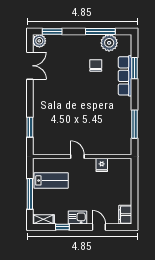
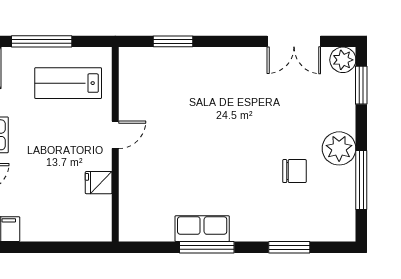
plant: (109, 43) -> (339, 148), moved
row of seats: (125, 76) -> (202, 229), moved, width x0.68
window: (134, 124) -> (207, 247), moved
lab bench: (51, 180) -> (68, 83), turned 90

